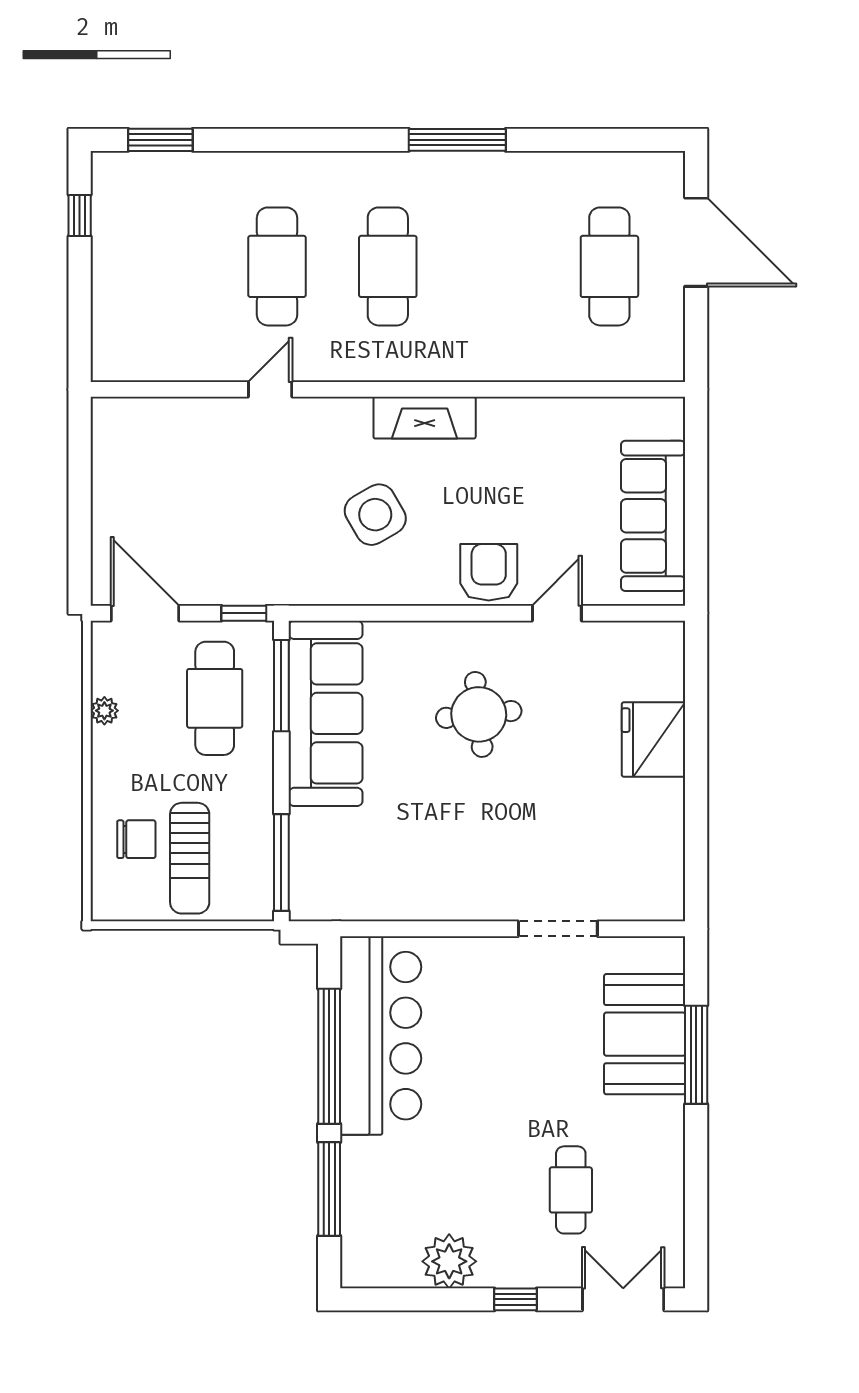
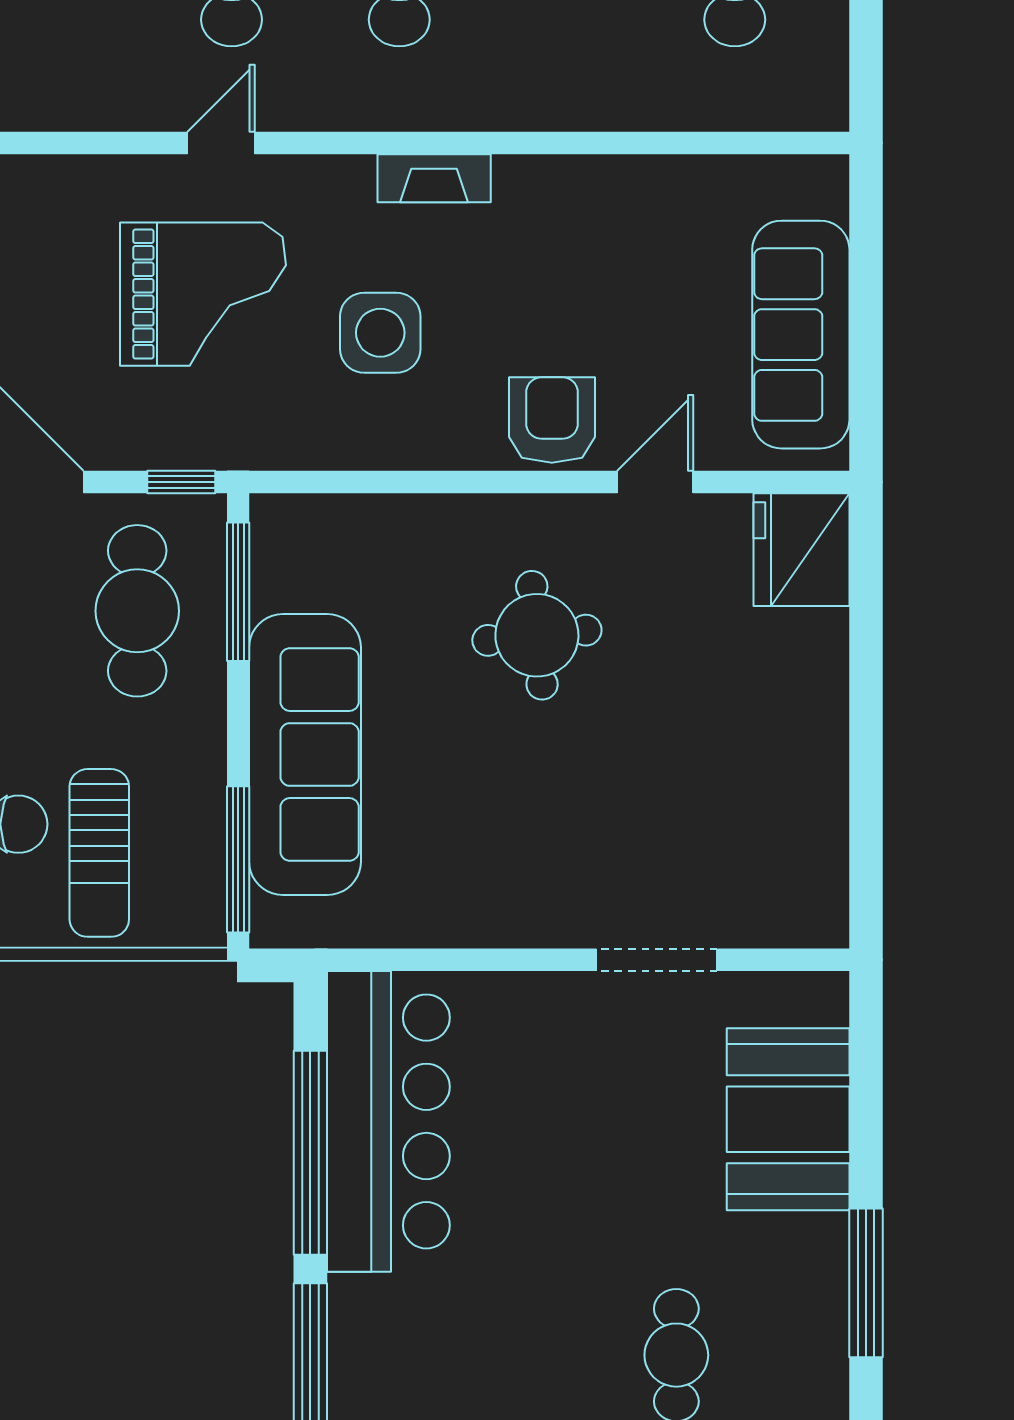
fireplace: (425, 418) -> (434, 178), width x0.73, depth x0.76
grand piano: (258, 489) -> (203, 294), added
side table: (375, 515) -> (380, 333), turned 30
sofa: (326, 713) -> (305, 754), moved
fridge: (653, 740) -> (801, 550), moved
window: (696, 1055) -> (866, 1283), moved

